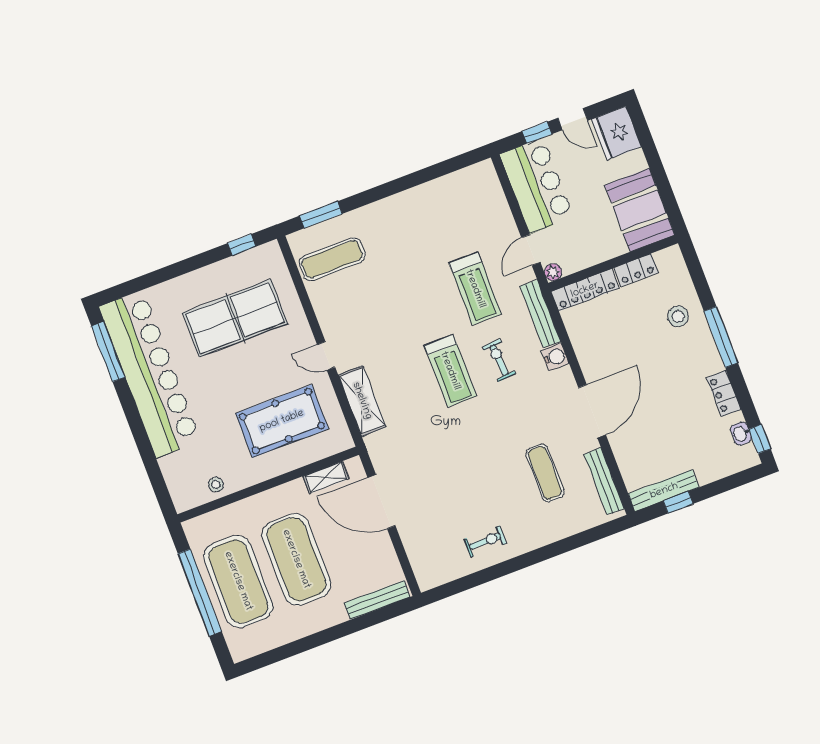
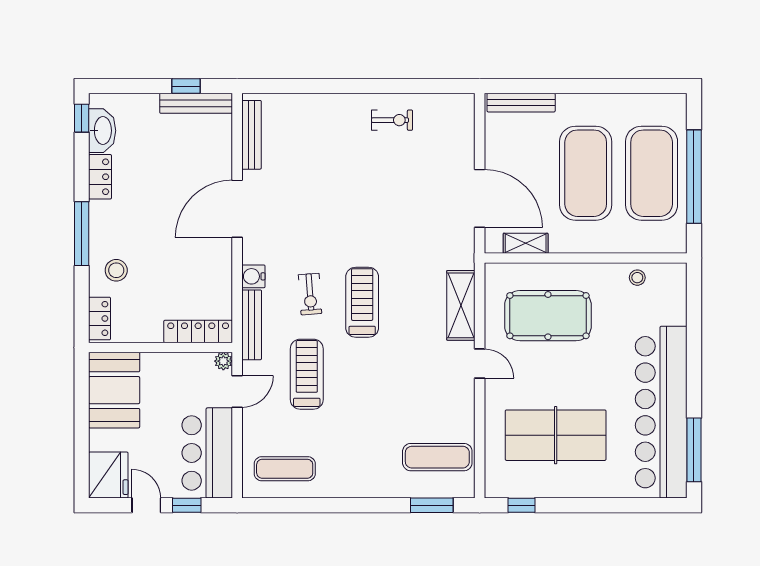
locker: (636, 270) -> (99, 318), moved, turned 90
washbasin: (741, 434) -> (102, 131), width x1.91, depth x1.45
exercise mat: (545, 473) -> (285, 469), moved, turned 90
exercise bike: (485, 541) -> (392, 120), turned 180

